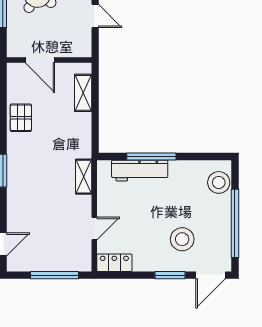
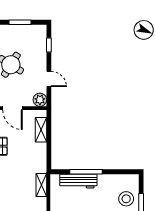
plant: (81, 47) -> (40, 100), added
stool: (219, 182) -> (126, 199), moved

